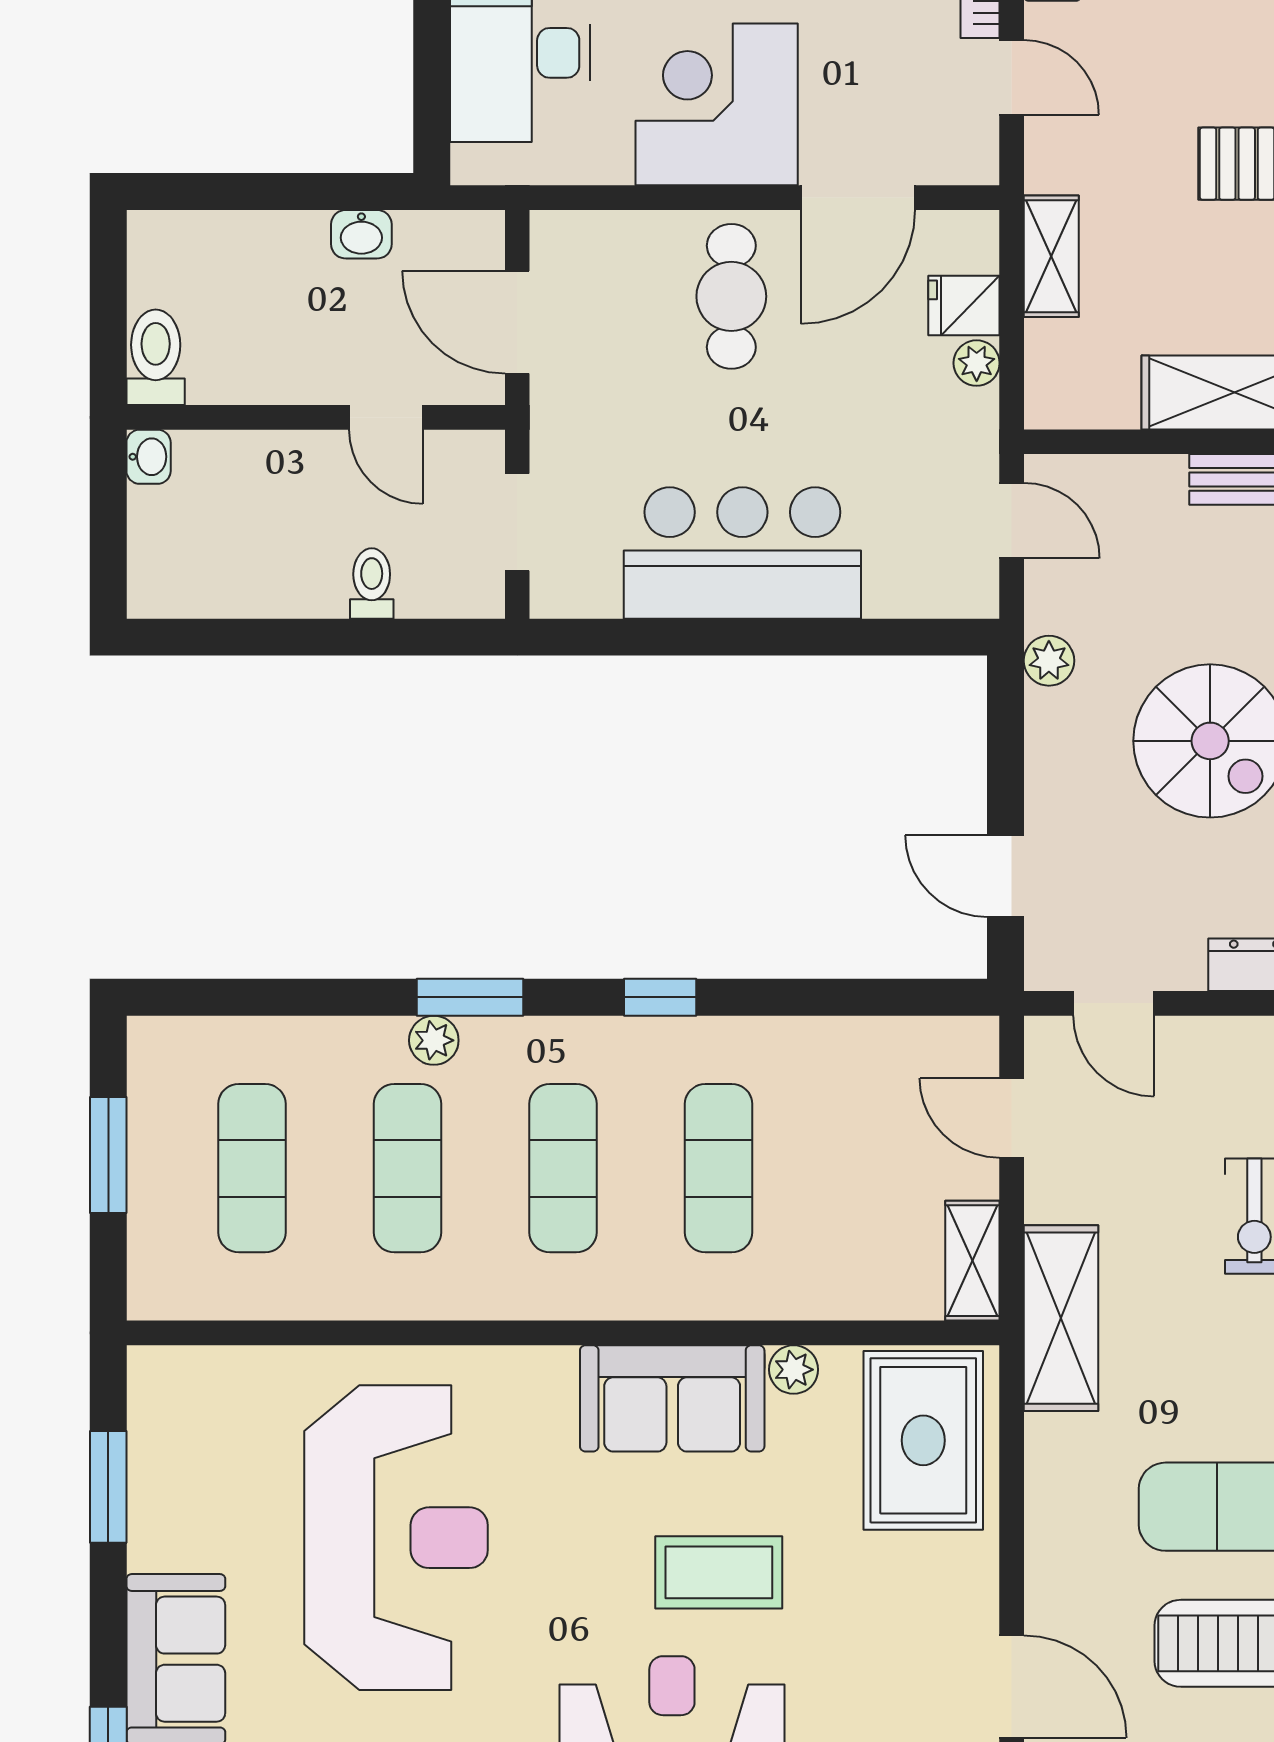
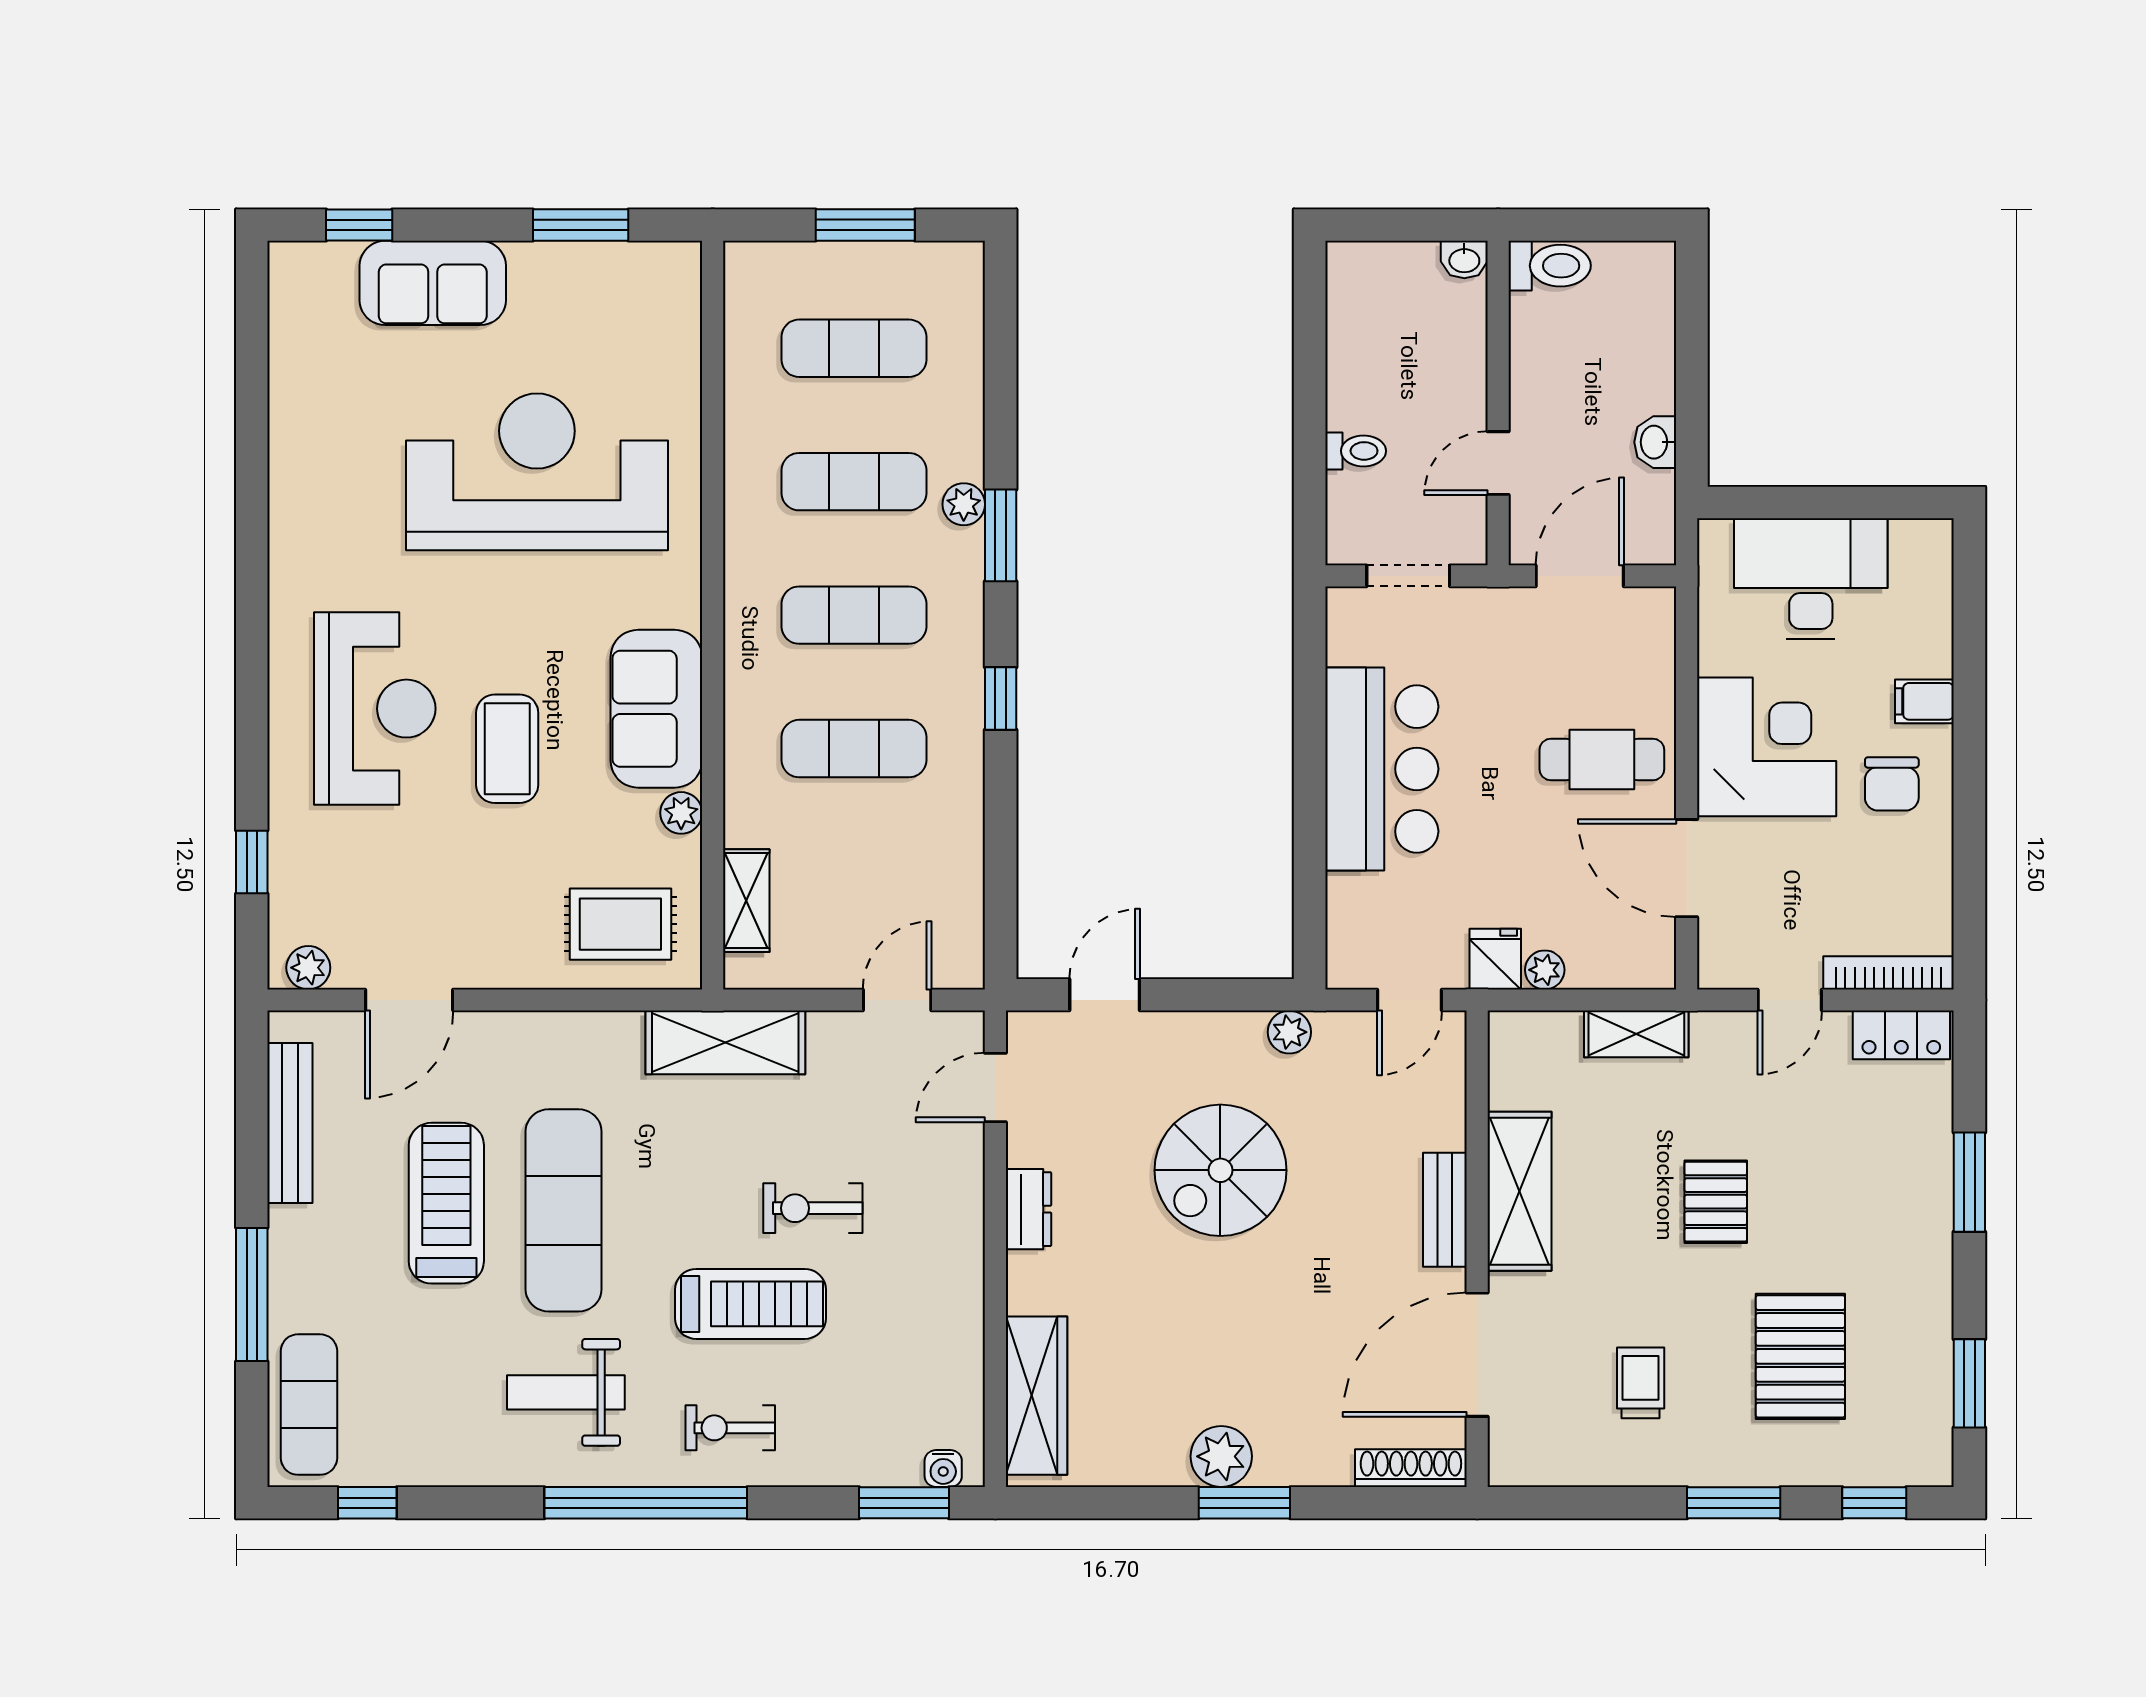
fridge: (964, 305) -> (1495, 959), moved
shelving: (972, 1261) -> (746, 901), moved, turned 90
rug: (923, 1440) -> (620, 924), width x0.73, depth x0.70
reception desk: (396, 1538) -> (537, 472), turned 180

